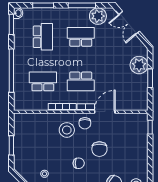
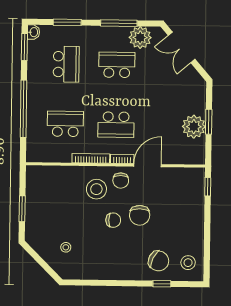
plant: (139, 65) -> (194, 127), moved
chair: (79, 163) -> (113, 220), moved

